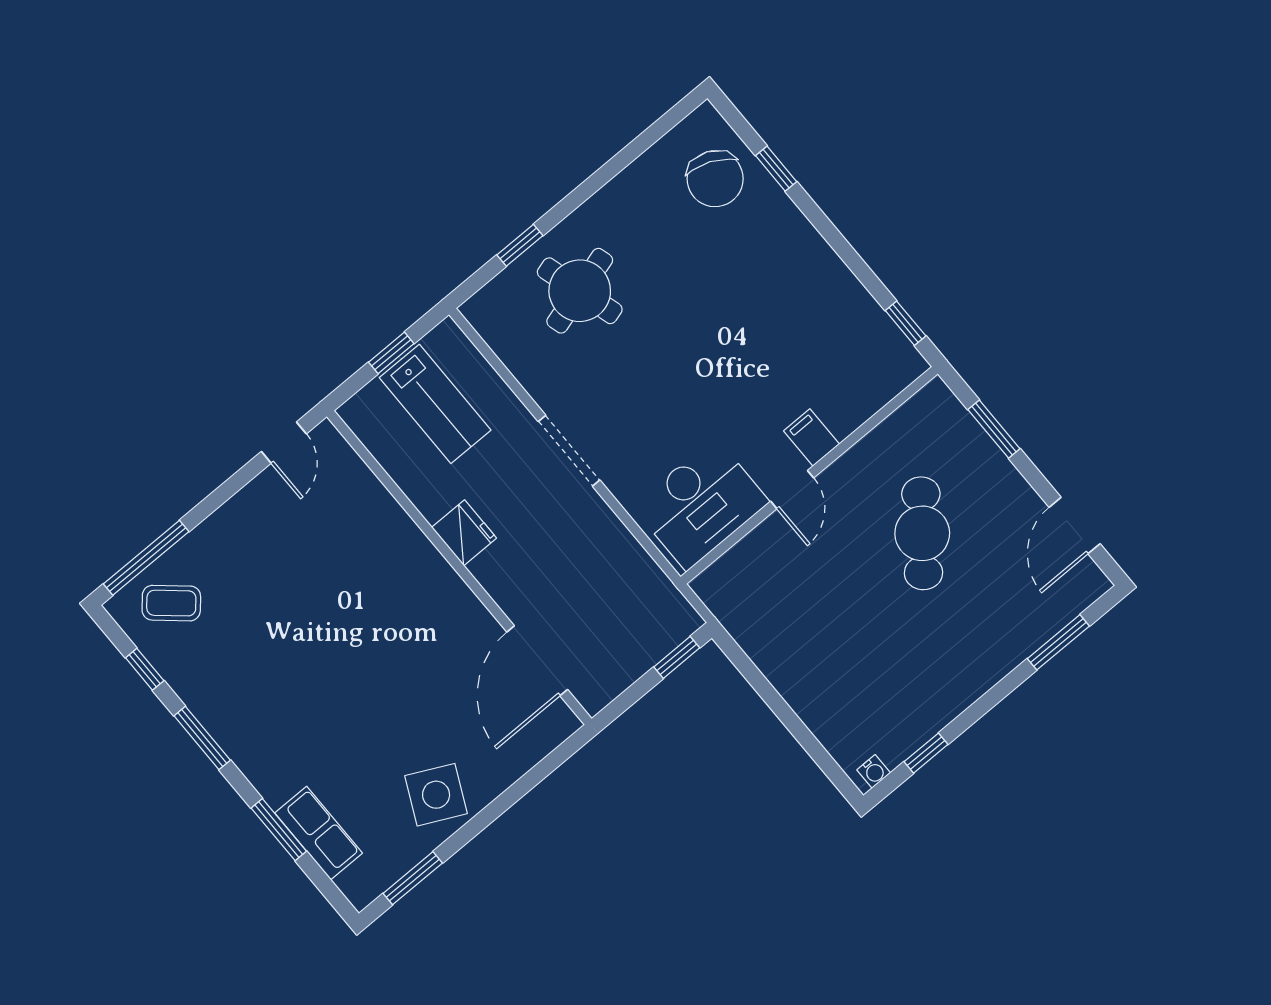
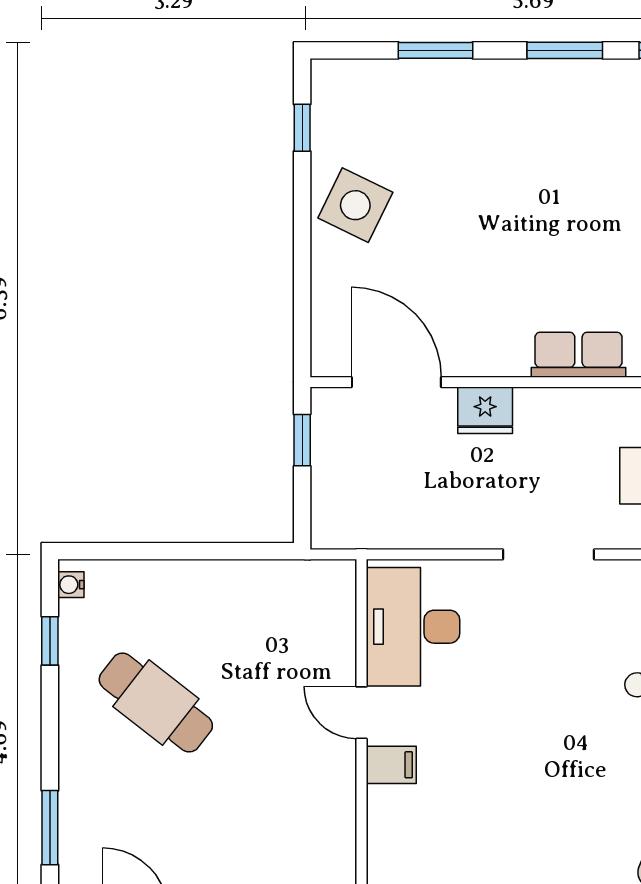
fridge: (464, 533) -> (485, 410), moved
cafe table: (922, 533) -> (156, 703), moved
window: (677, 657) -> (302, 440), moved
row of seats: (319, 833) -> (578, 355), moved, turned 180
window: (413, 878) -> (302, 128), width x0.67

